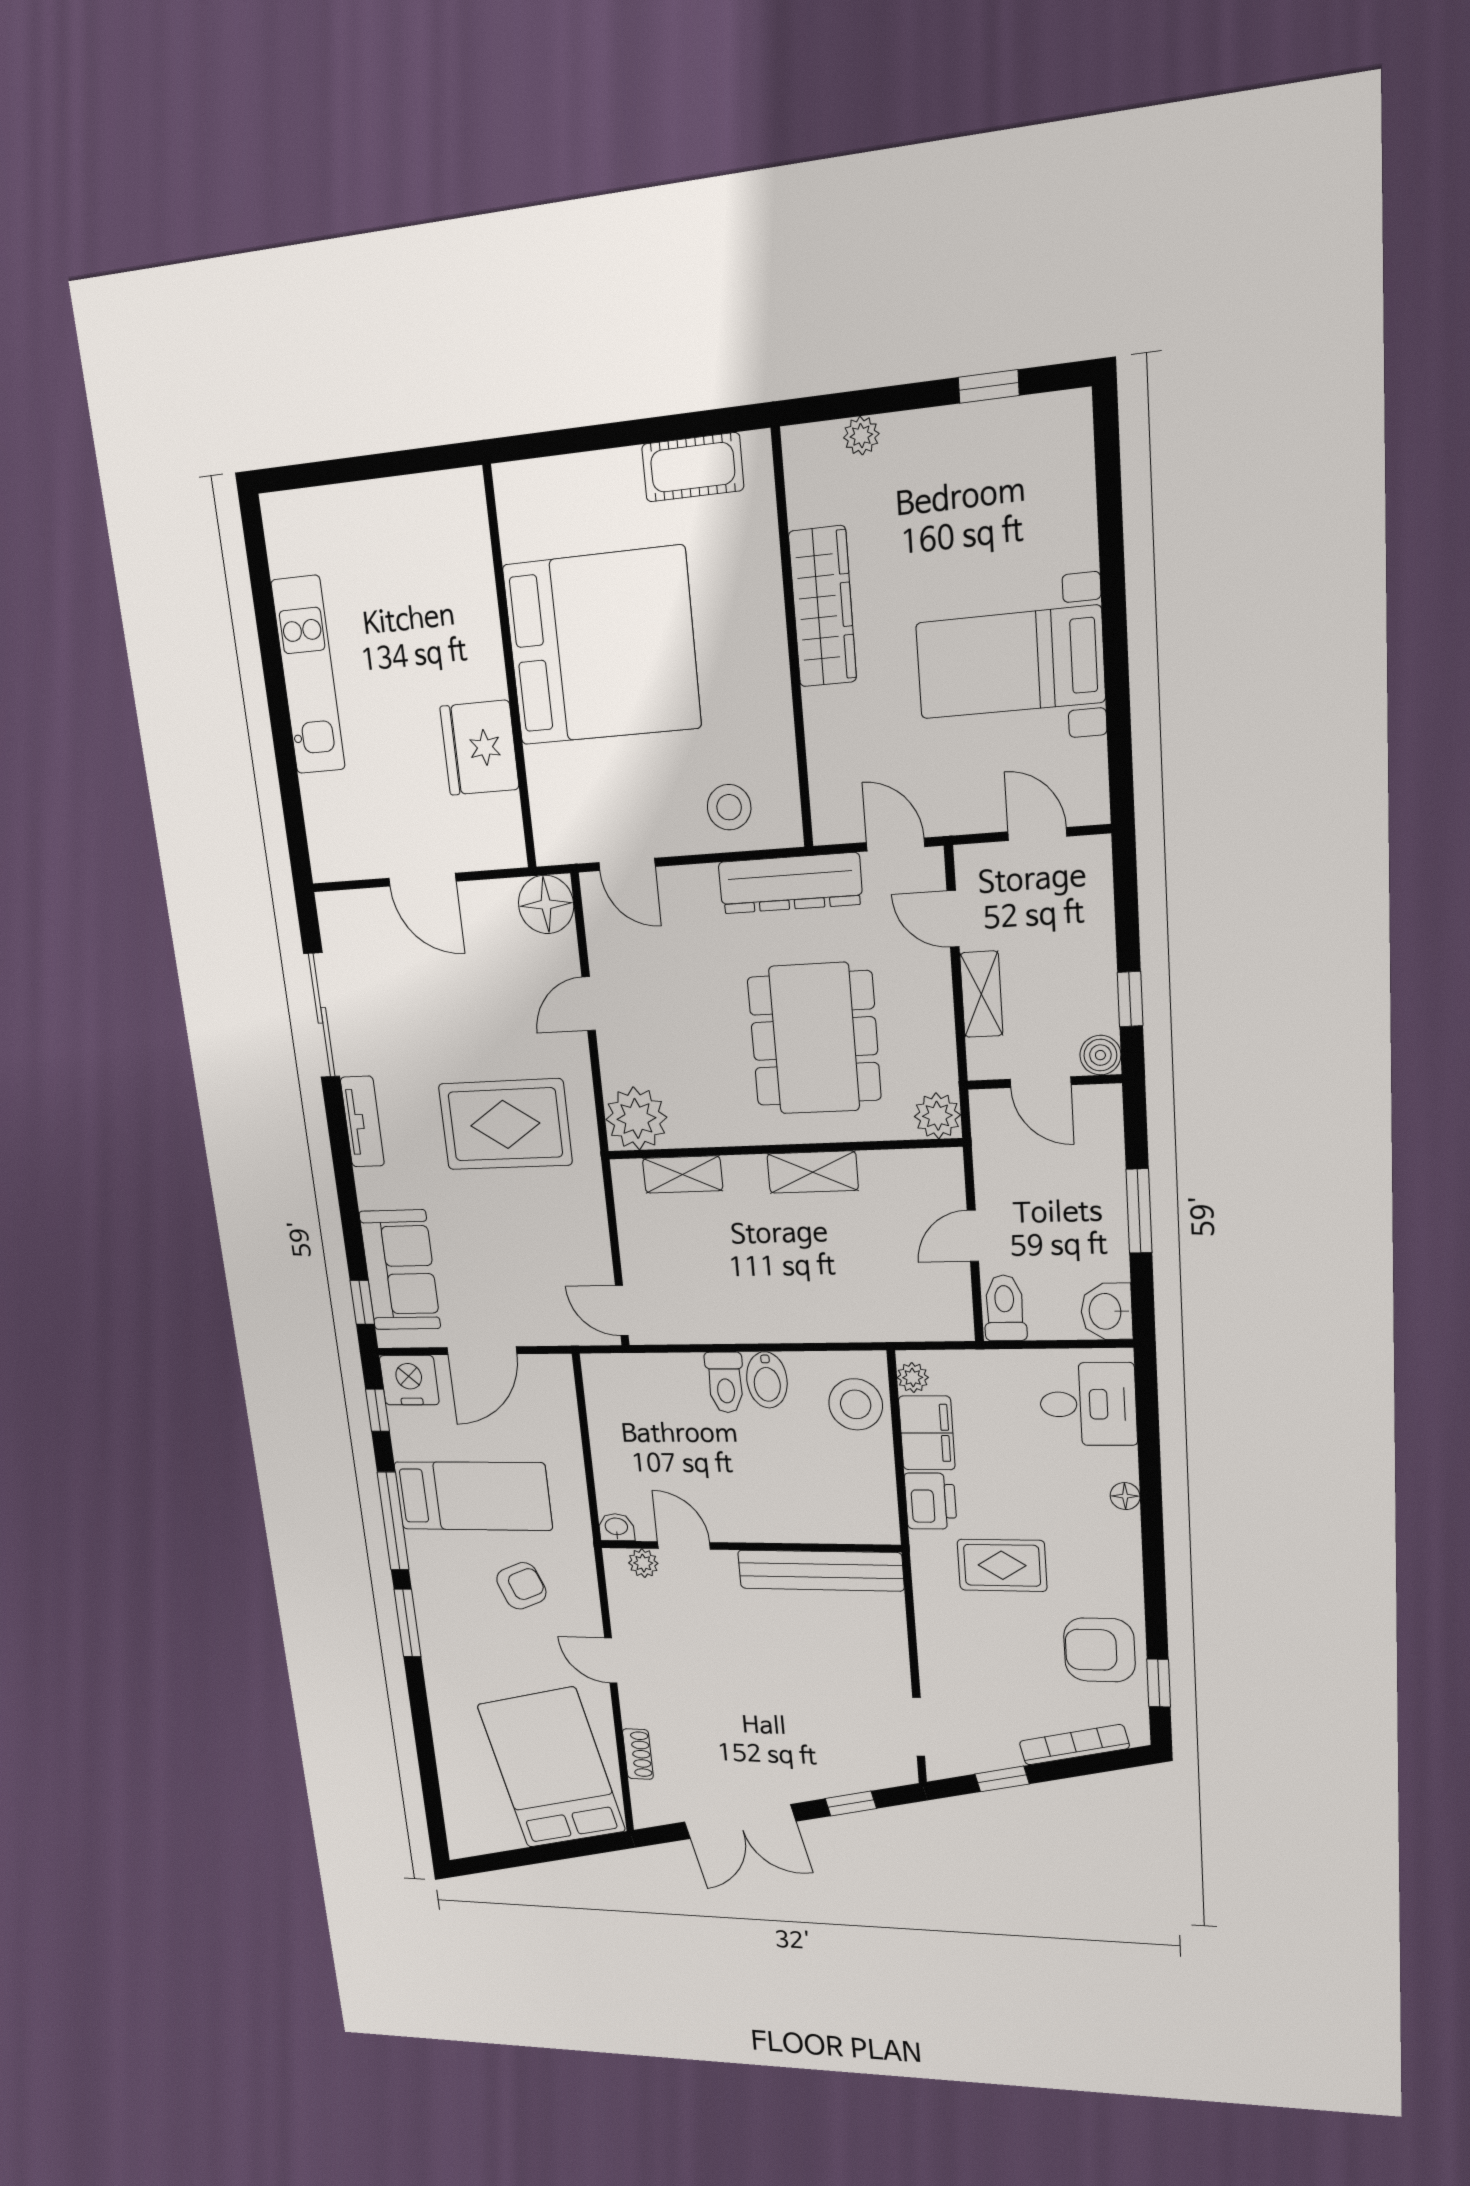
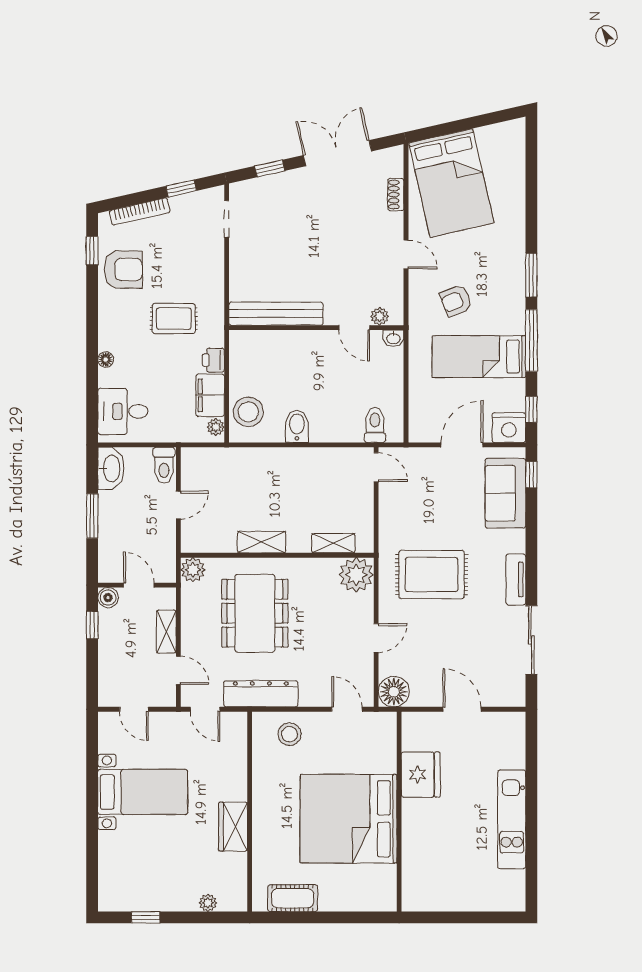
wardrobe: (823, 607) -> (233, 827), width x0.67
washbasin: (1107, 1311) -> (111, 468), width x1.38
toilet: (725, 1382) -> (375, 425), moved
printer: (931, 1501) -> (213, 360), width x0.73, depth x0.81

